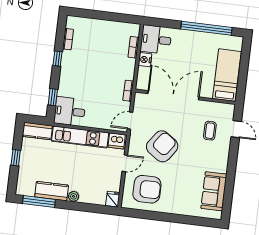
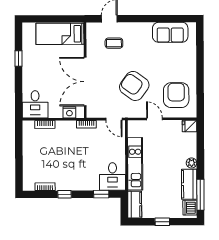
window: (206, 28) -> (19, 58), width x0.32
nightstand: (145, 60) -> (69, 112), moved
dishwasher: (117, 141) -> (190, 208), moved, turned 180

